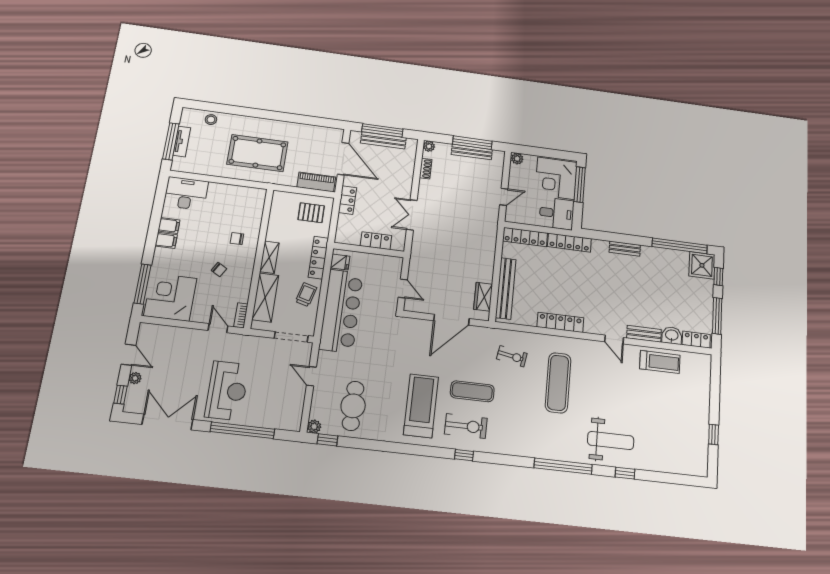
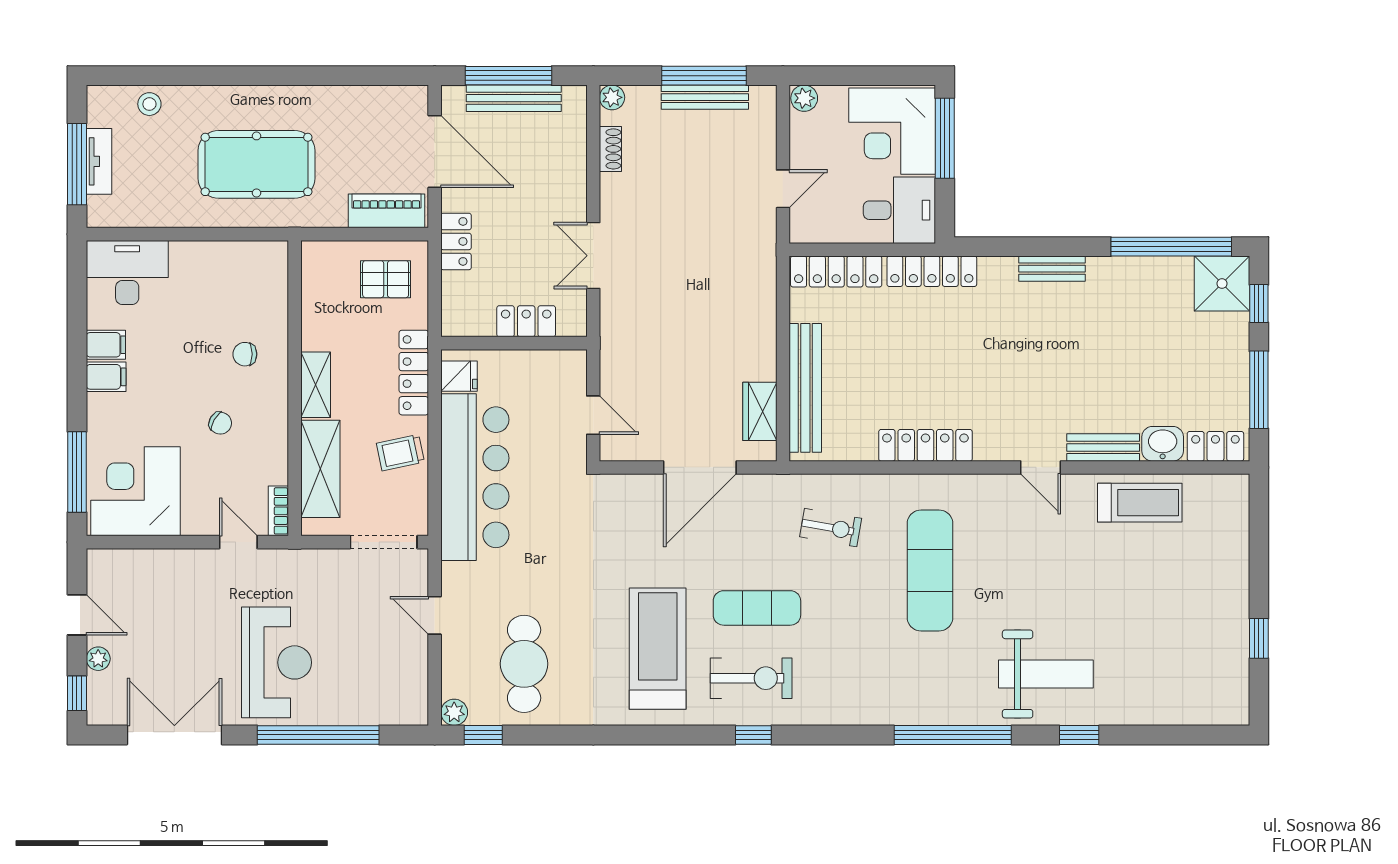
trolley: (306, 295) -> (400, 453), turned -117

